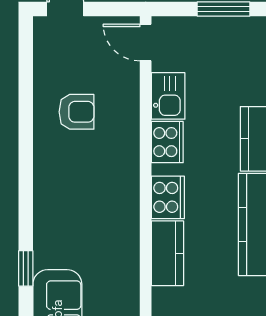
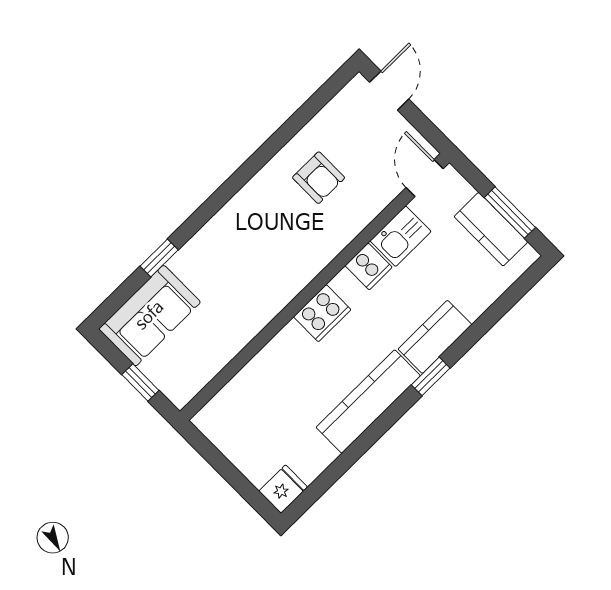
cooker: (167, 142) -> (369, 266), width x0.73
kitchen counter: (167, 253) -> (491, 229), moved, turned 90

